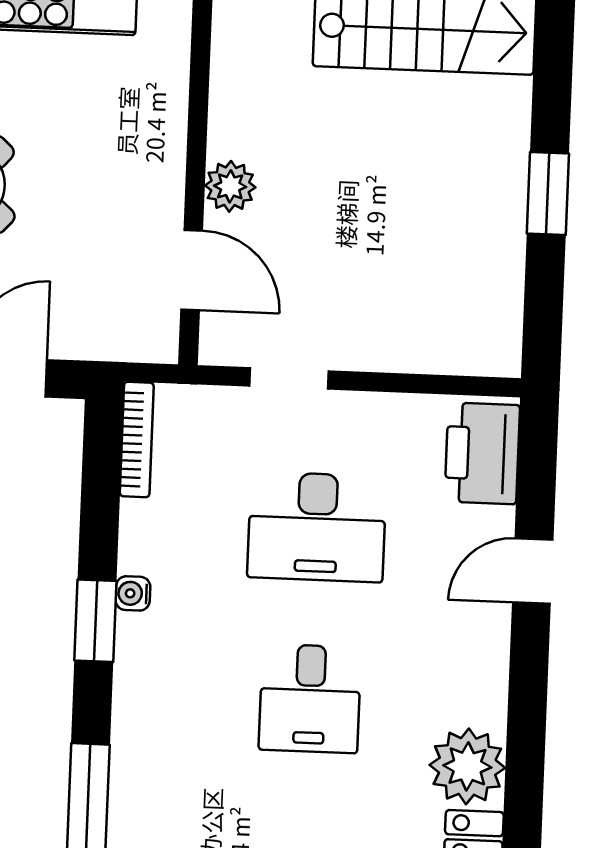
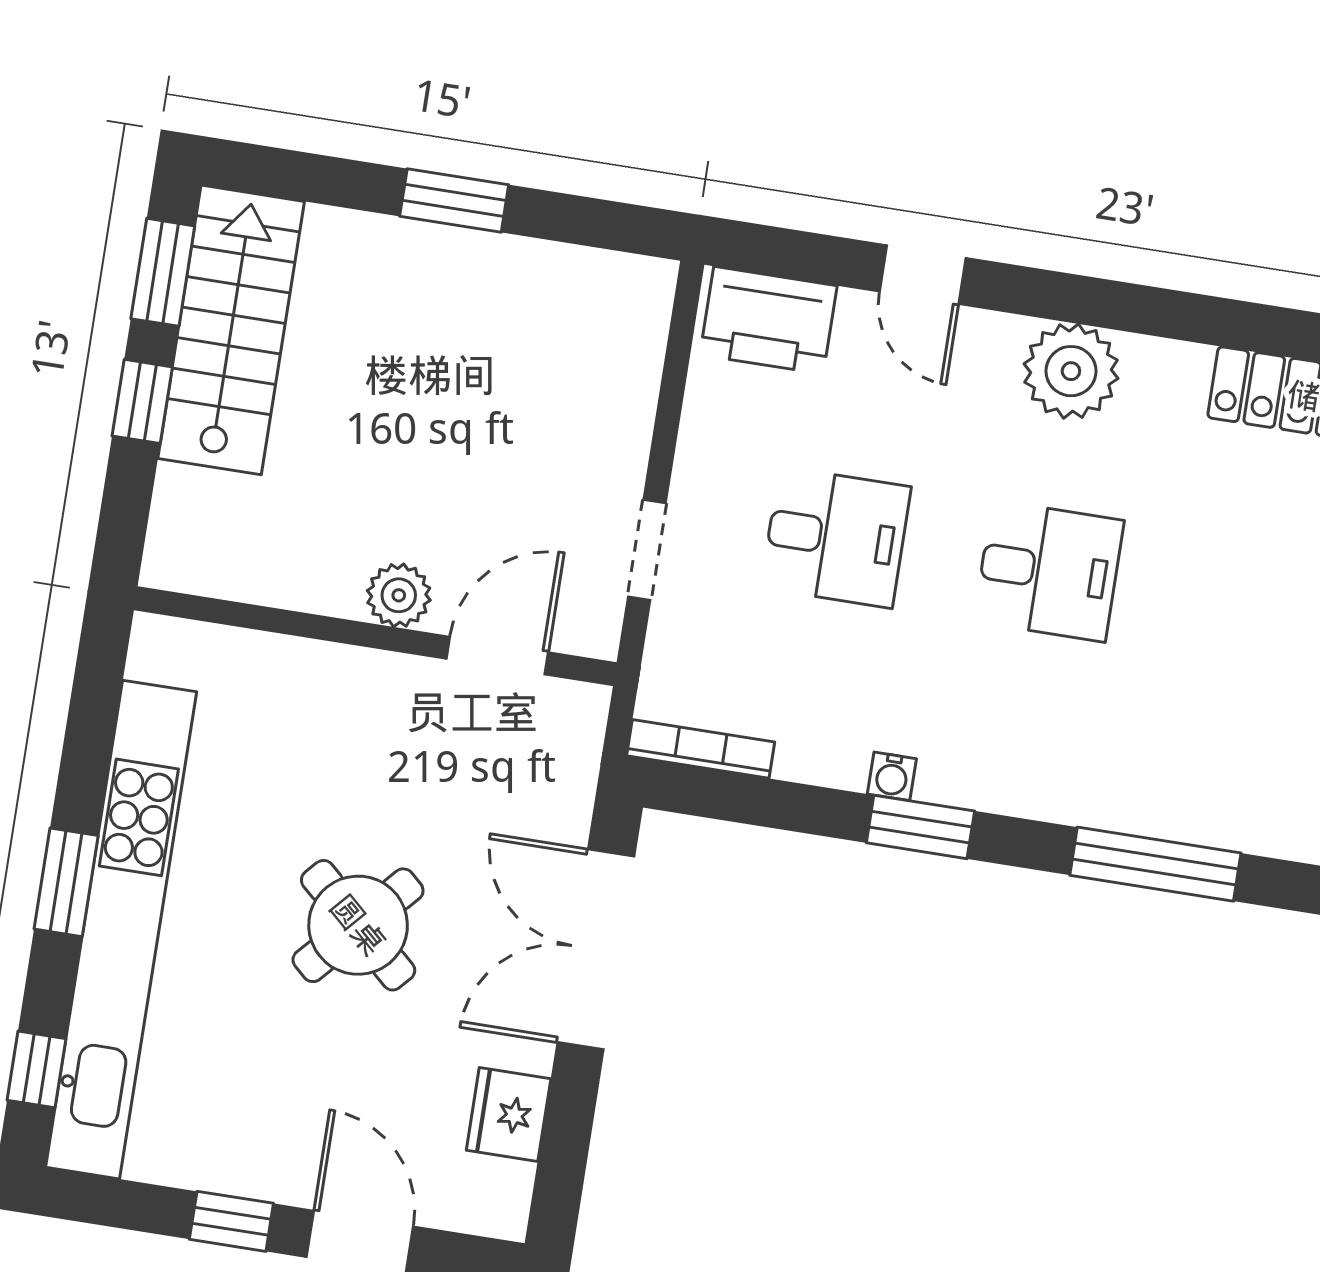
desk: (317, 527) -> (836, 537), width x0.73
plant: (467, 766) -> (1071, 371), moved

